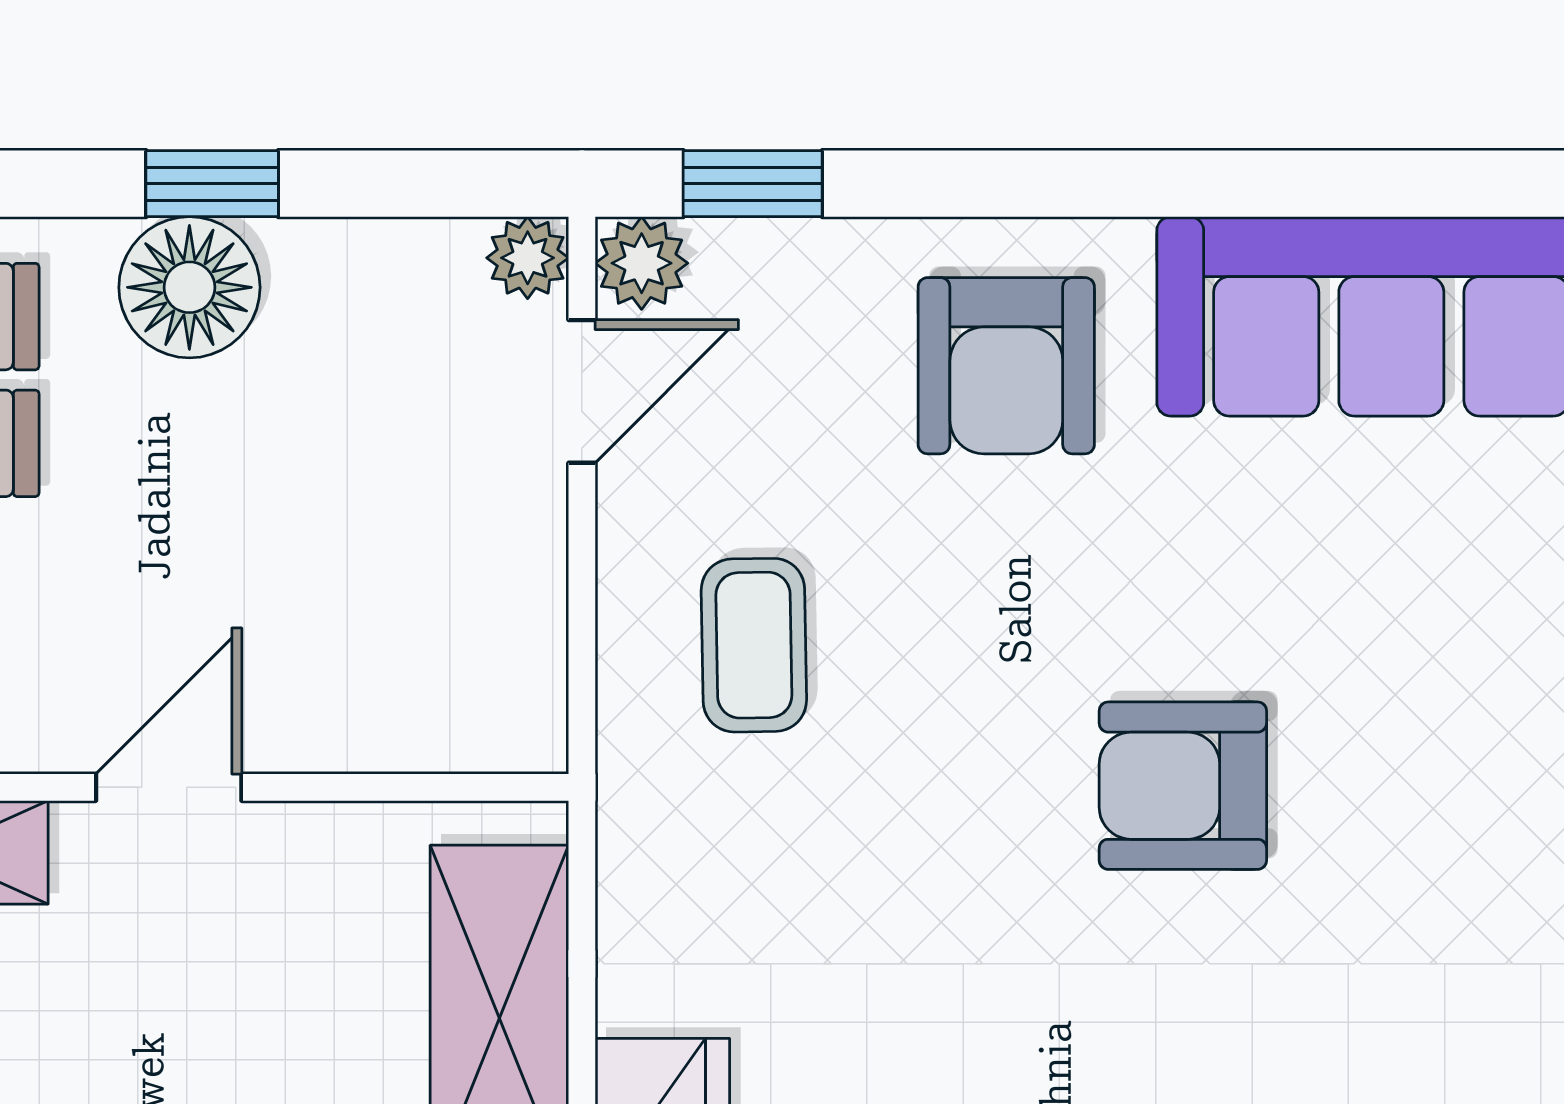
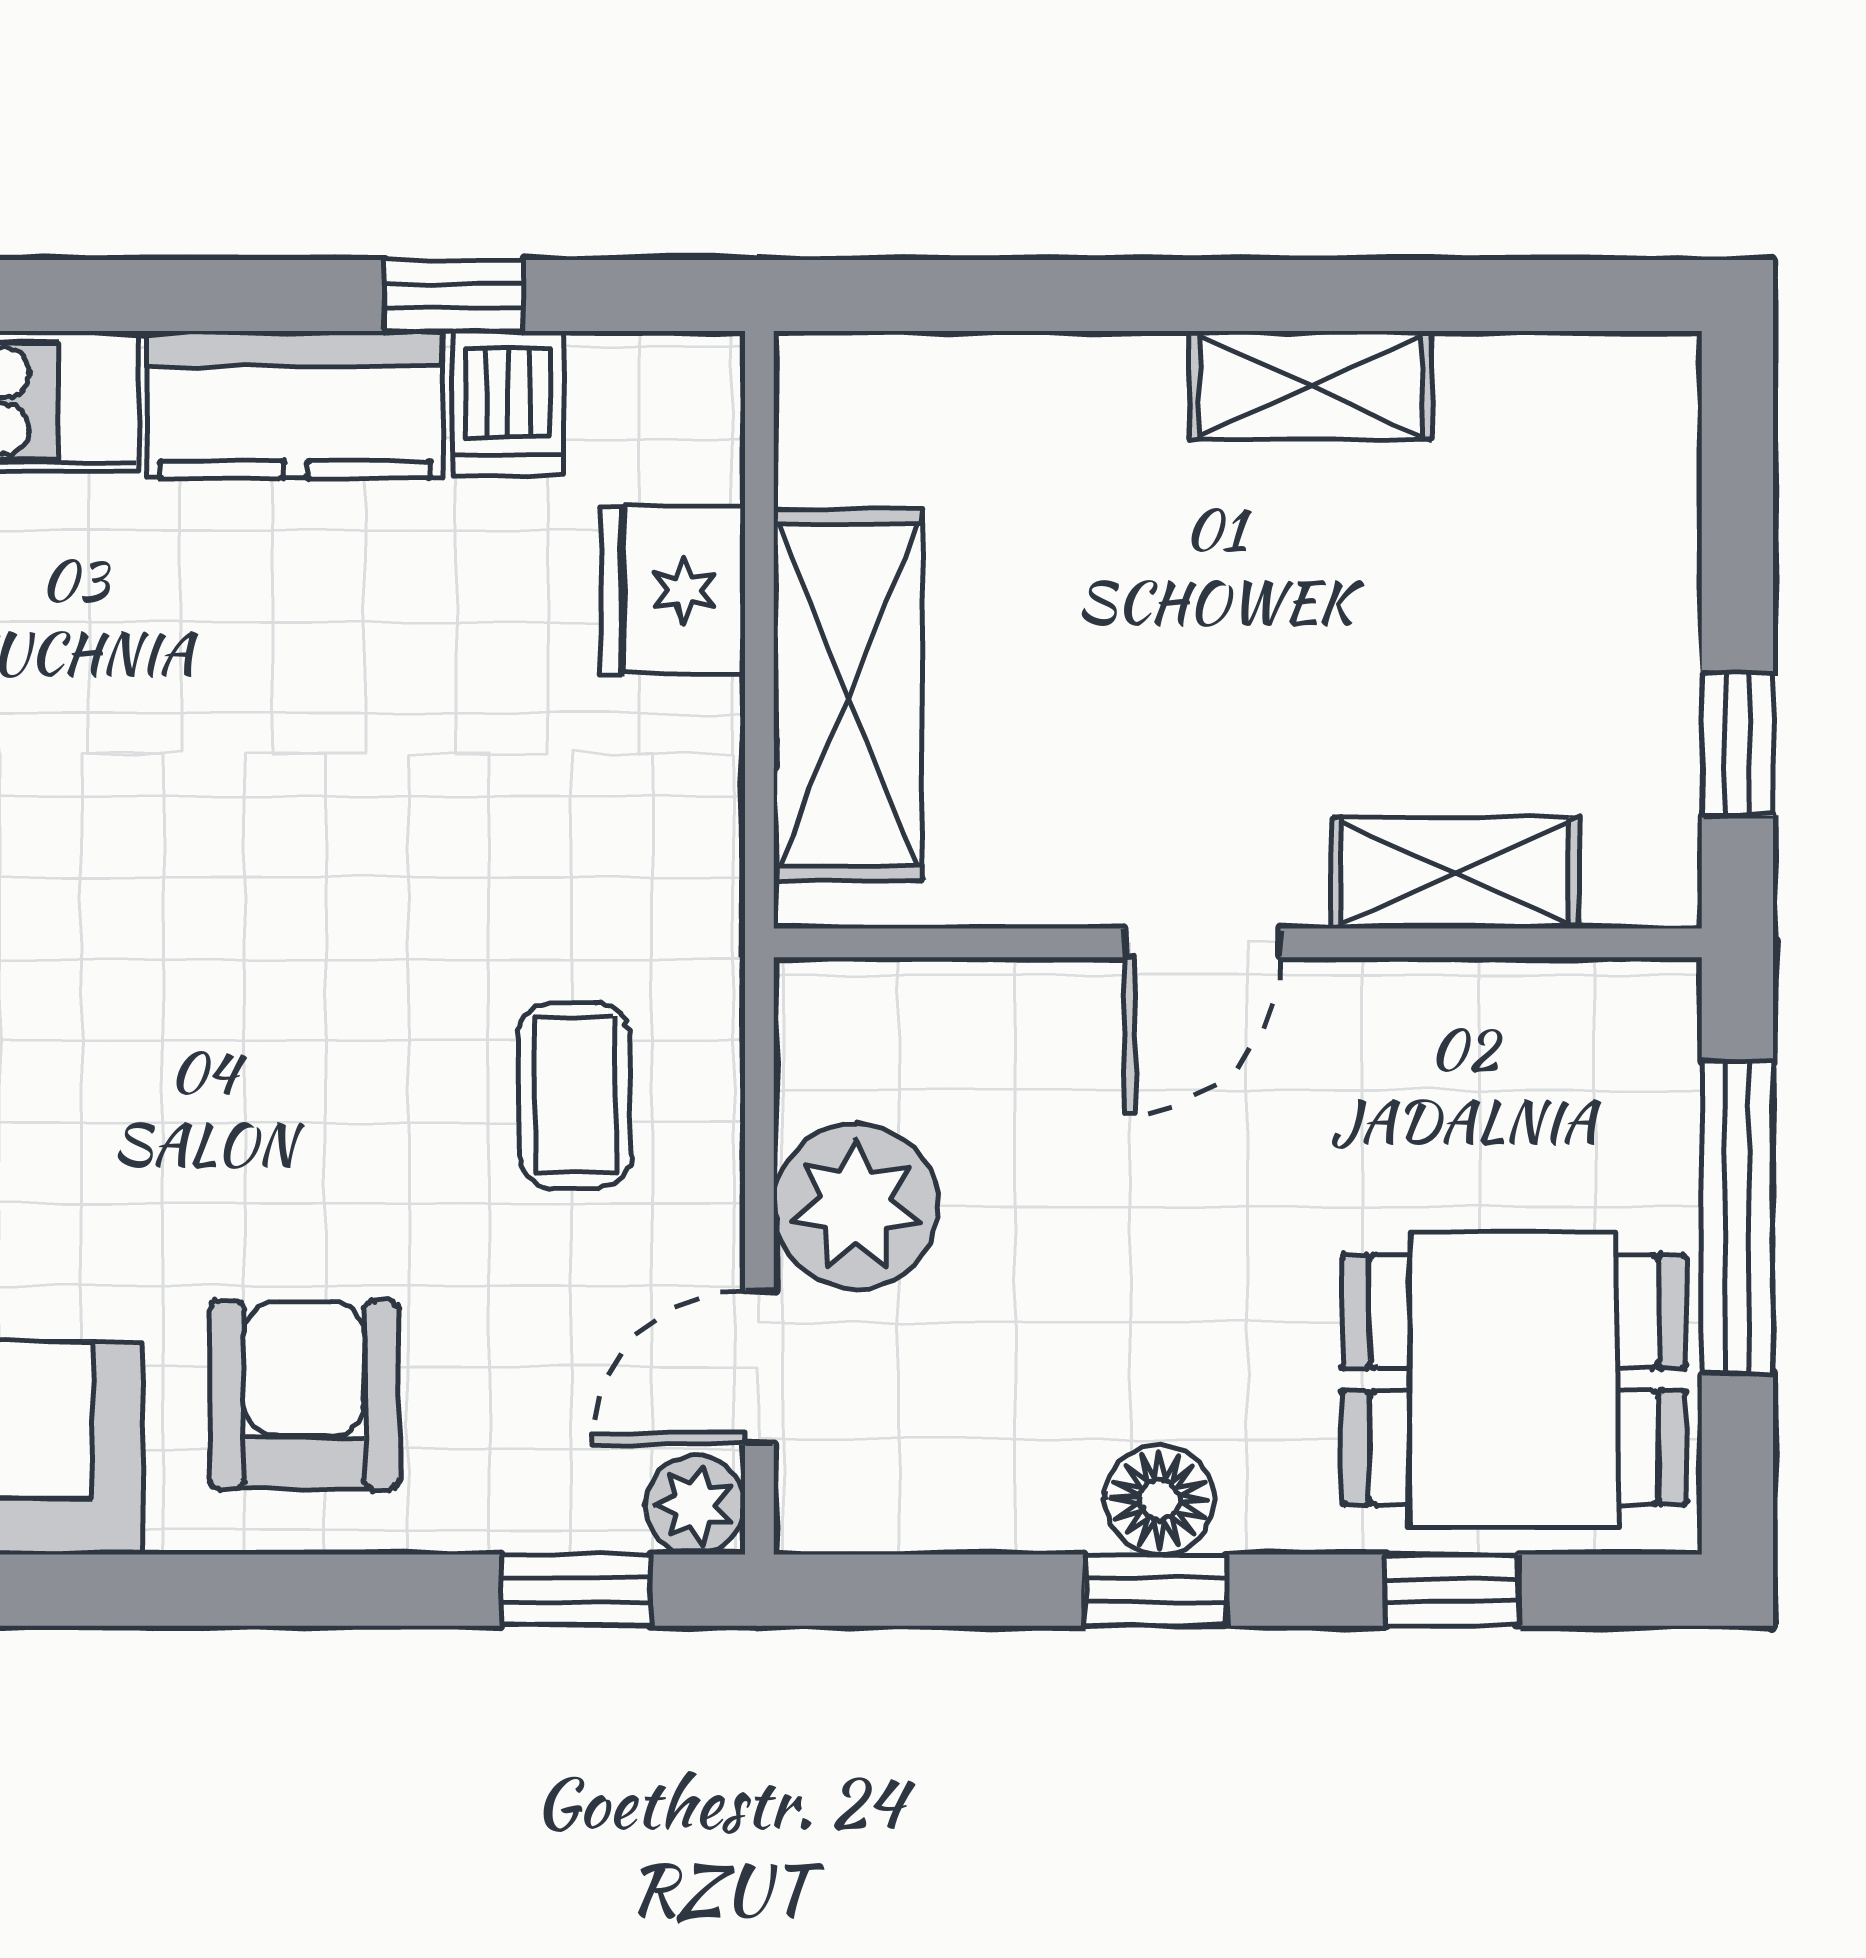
plant: (528, 258) -> (856, 1206), moved, width x1.88, depth x1.88
floor lamp: (189, 287) -> (1160, 1500), width x0.73, depth x0.73
armchair: (1183, 786) -> (115, 945), removed

